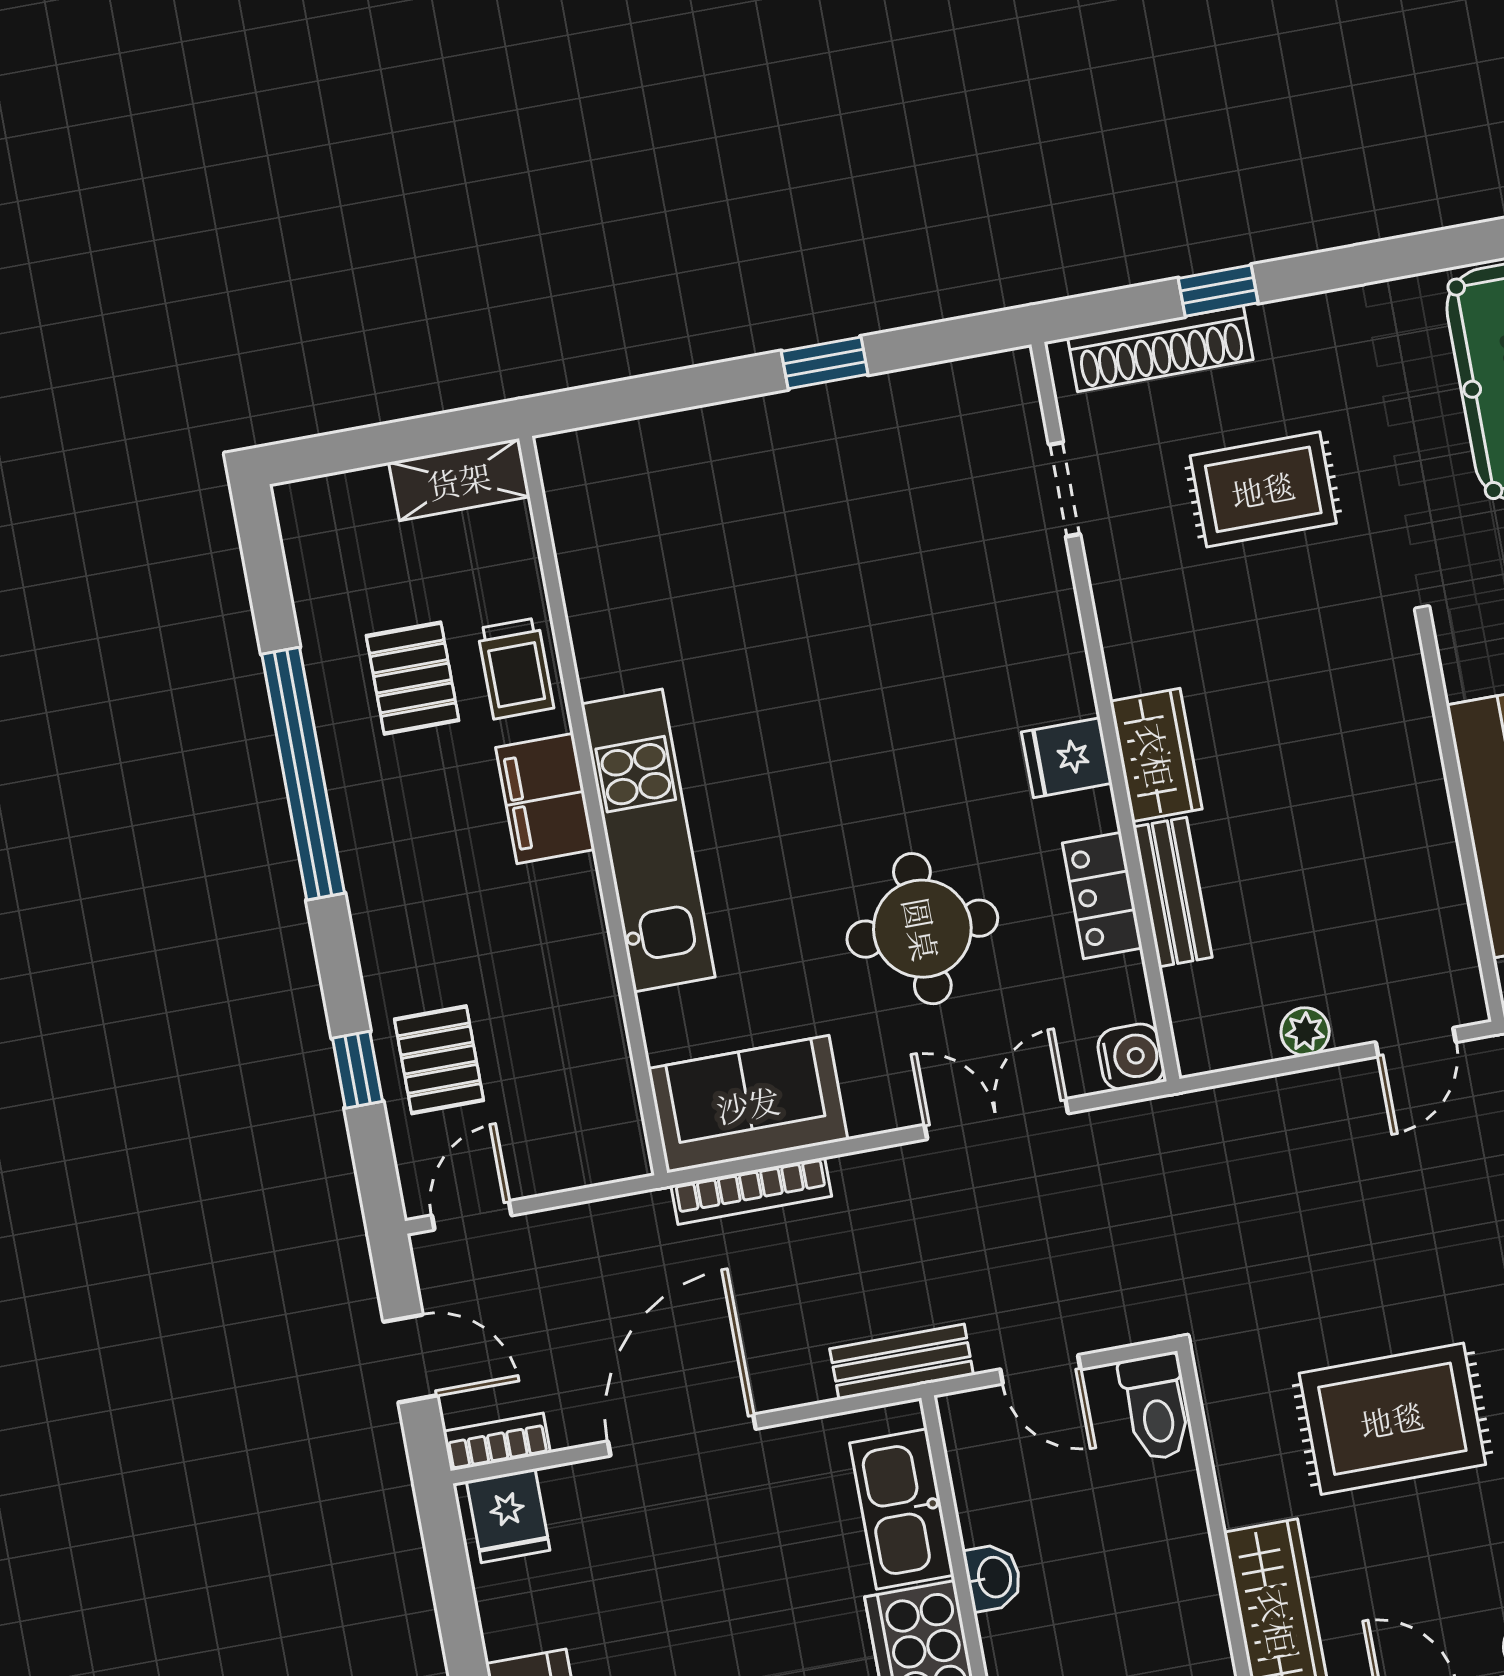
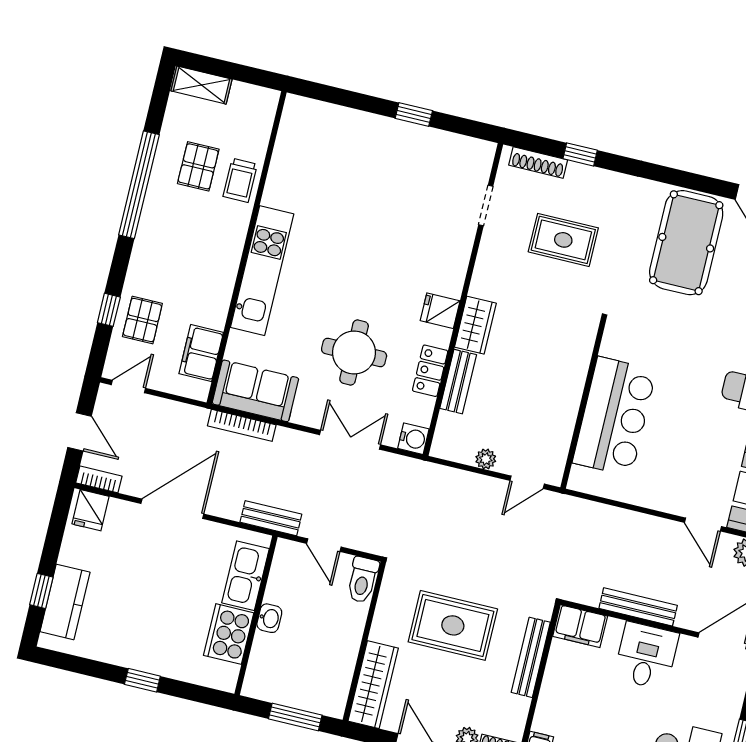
shoe rack: (1160, 349) -> (538, 163), width x0.74, depth x0.81
shelving: (459, 480) -> (202, 85), moved
filing cabinet: (545, 799) -> (201, 353), moved

